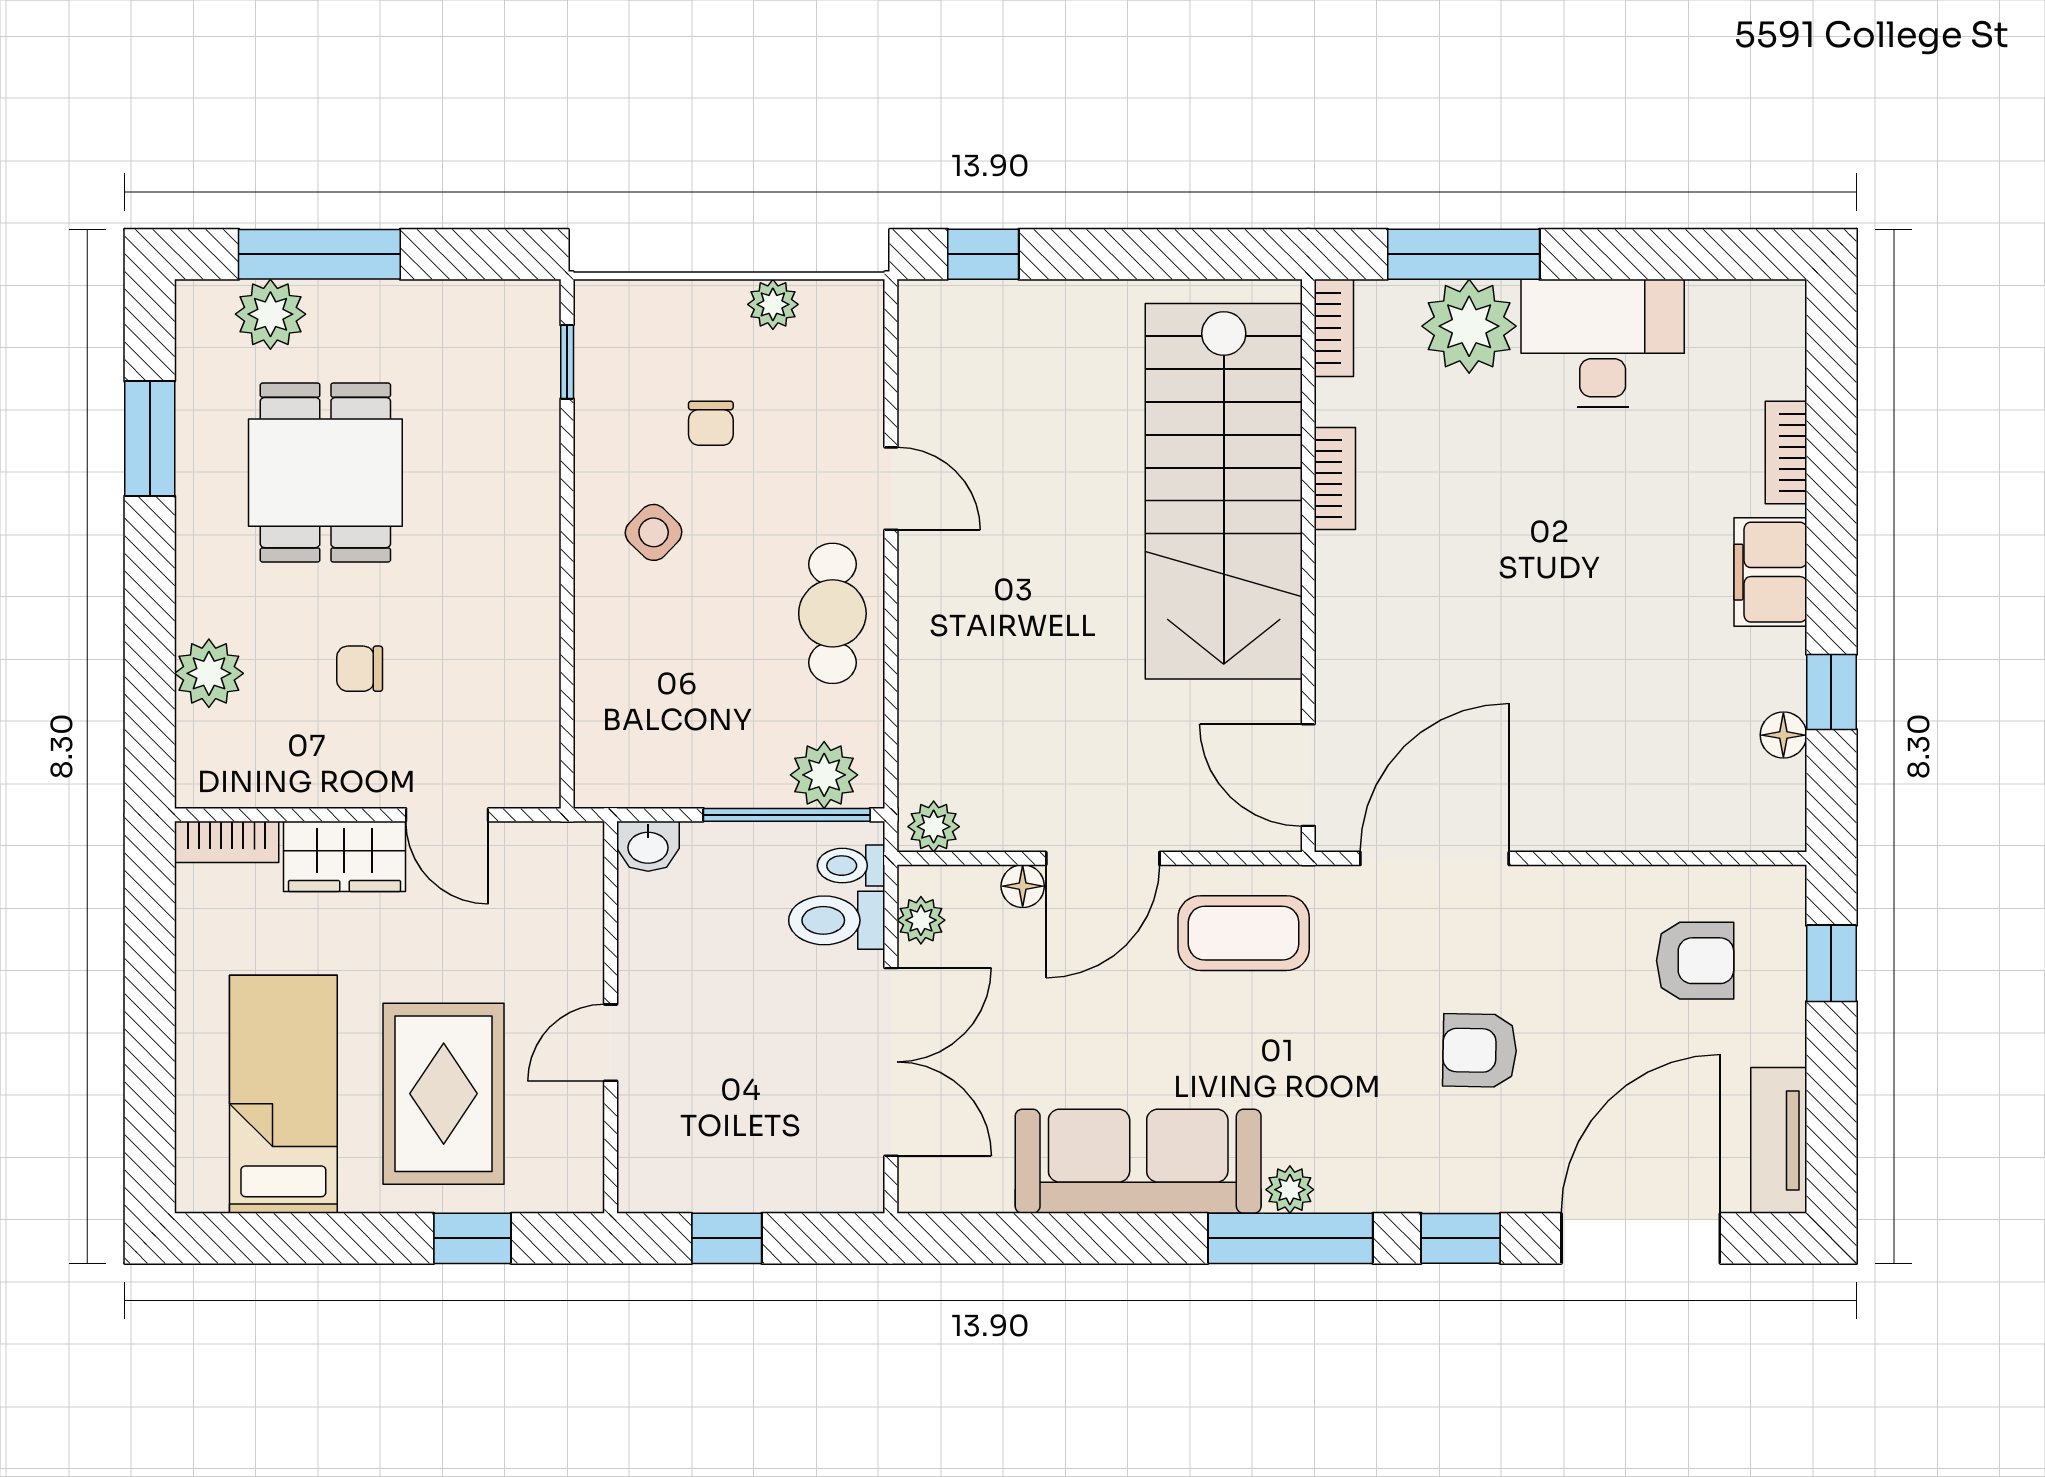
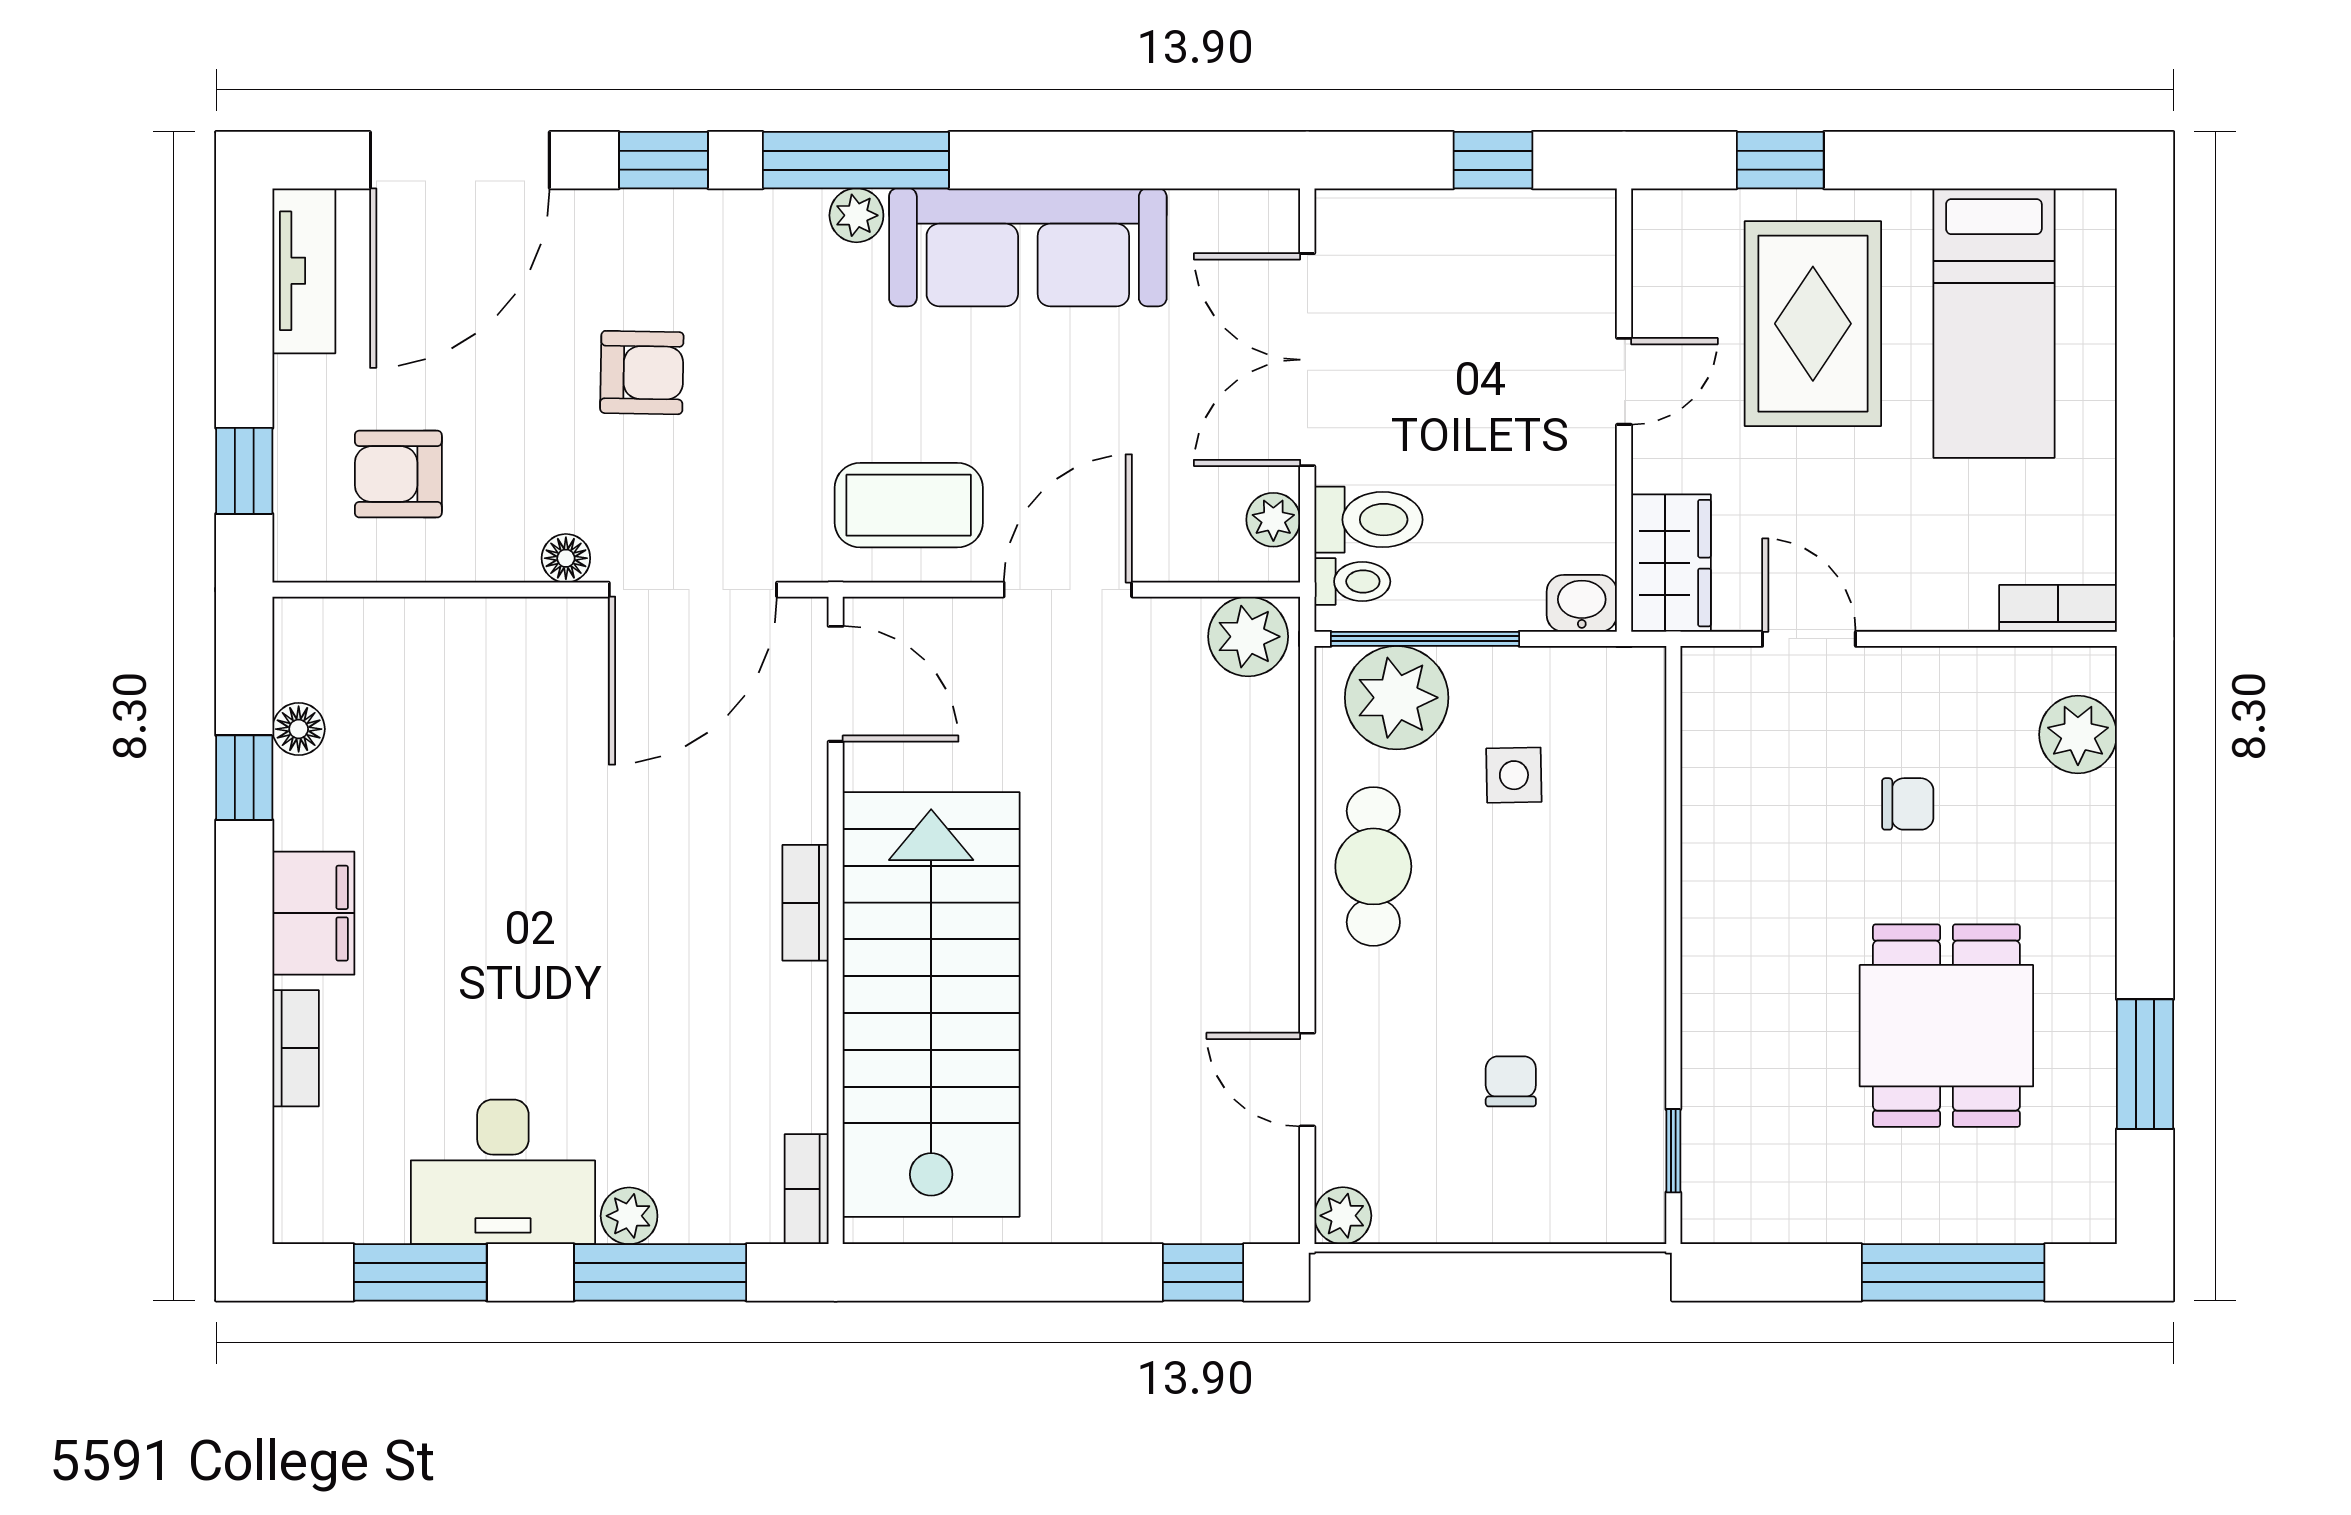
window: (1676, 254) -> (420, 1272), added
plant: (773, 304) -> (1343, 1216), moved
plant: (270, 314) -> (2009, 1205), removed
plant: (1469, 326) -> (629, 1216), width x0.53, depth x0.53
bookcase: (1335, 479) -> (805, 903), moved
door: (891, 489) -> (1307, 1080), moved
side table: (654, 532) -> (1514, 775), moved, turned 45
plant: (209, 673) -> (2078, 735), moved
plant: (824, 775) -> (1397, 698), width x1.36, depth x1.36
plant: (934, 827) -> (1248, 637), width x1.38, depth x1.38
wardrobe: (344, 856) -> (1671, 563), moved, turned 90
floor lamp: (1023, 886) -> (566, 558), moved

